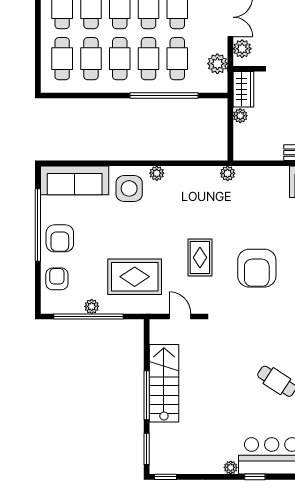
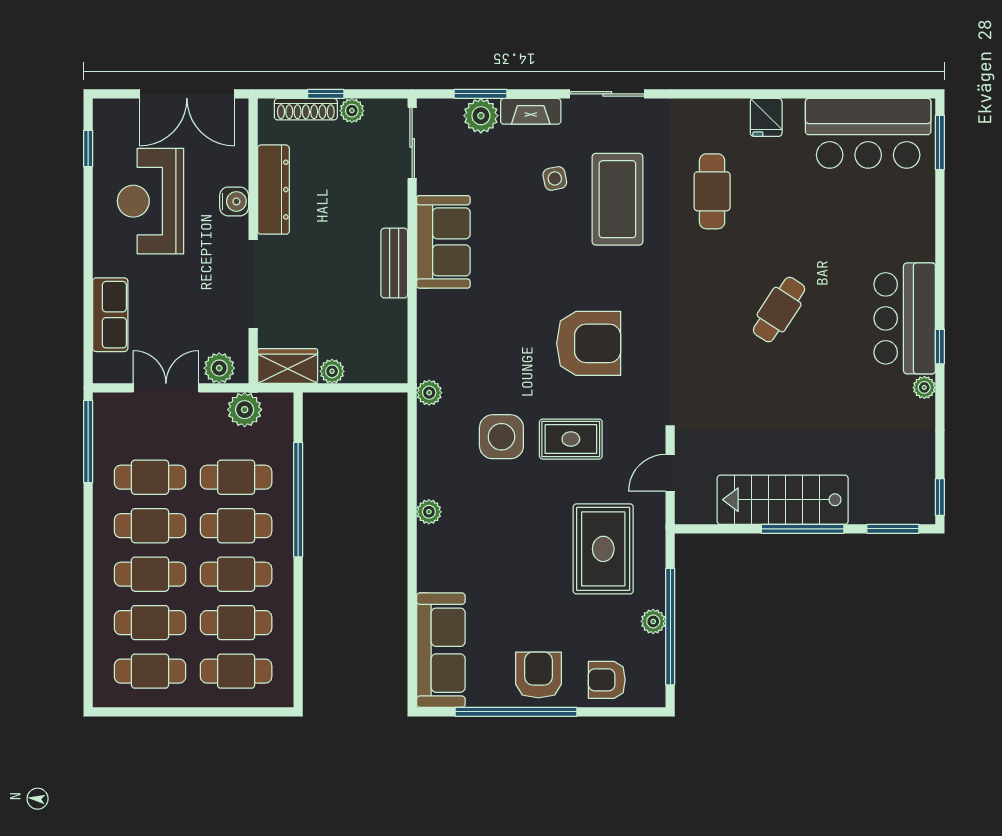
side table: (129, 188) -> (501, 437), moved
armchair: (60, 238) -> (538, 675), turned -90

